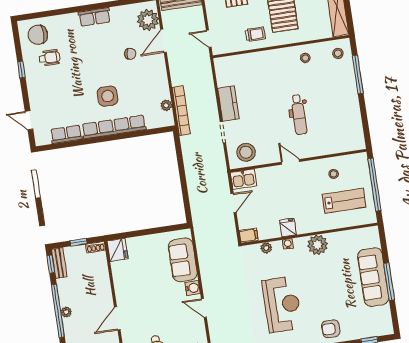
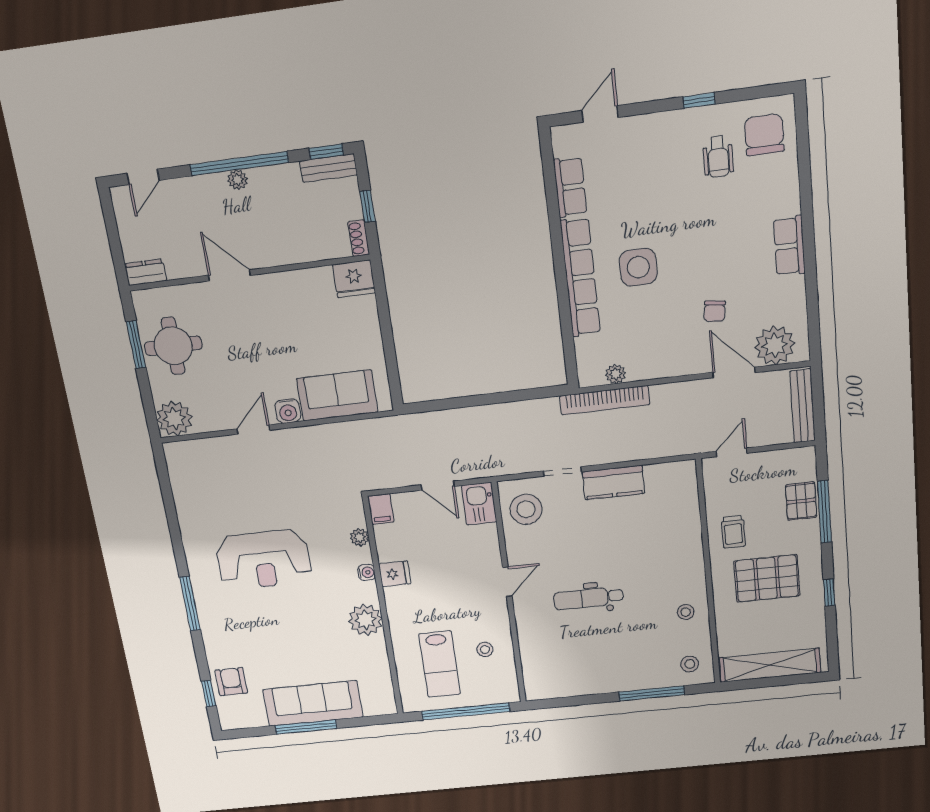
armchair: (331, 329) -> (231, 682), moved

